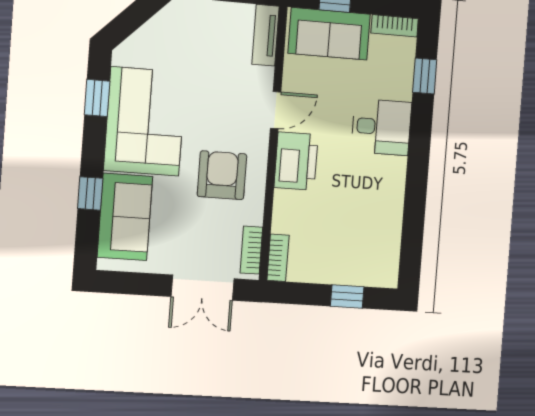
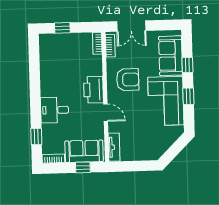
window: (97, 98) -> (188, 96), moved
door: (276, 110) -> (106, 113), swing flipped
armchair: (222, 175) -> (128, 80), turned -90
double door: (203, 288) -> (131, 26), swing flipped

